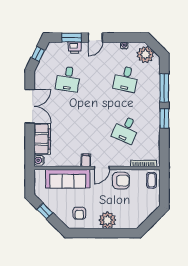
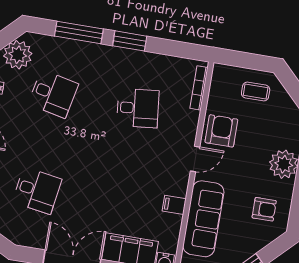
desk: (126, 130) -> (138, 108), turned -30
filing cabinet: (86, 160) -> (174, 205), moved
door: (102, 168) -> (195, 159), hinge flipped
coffee table: (152, 180) -> (256, 91), moved

